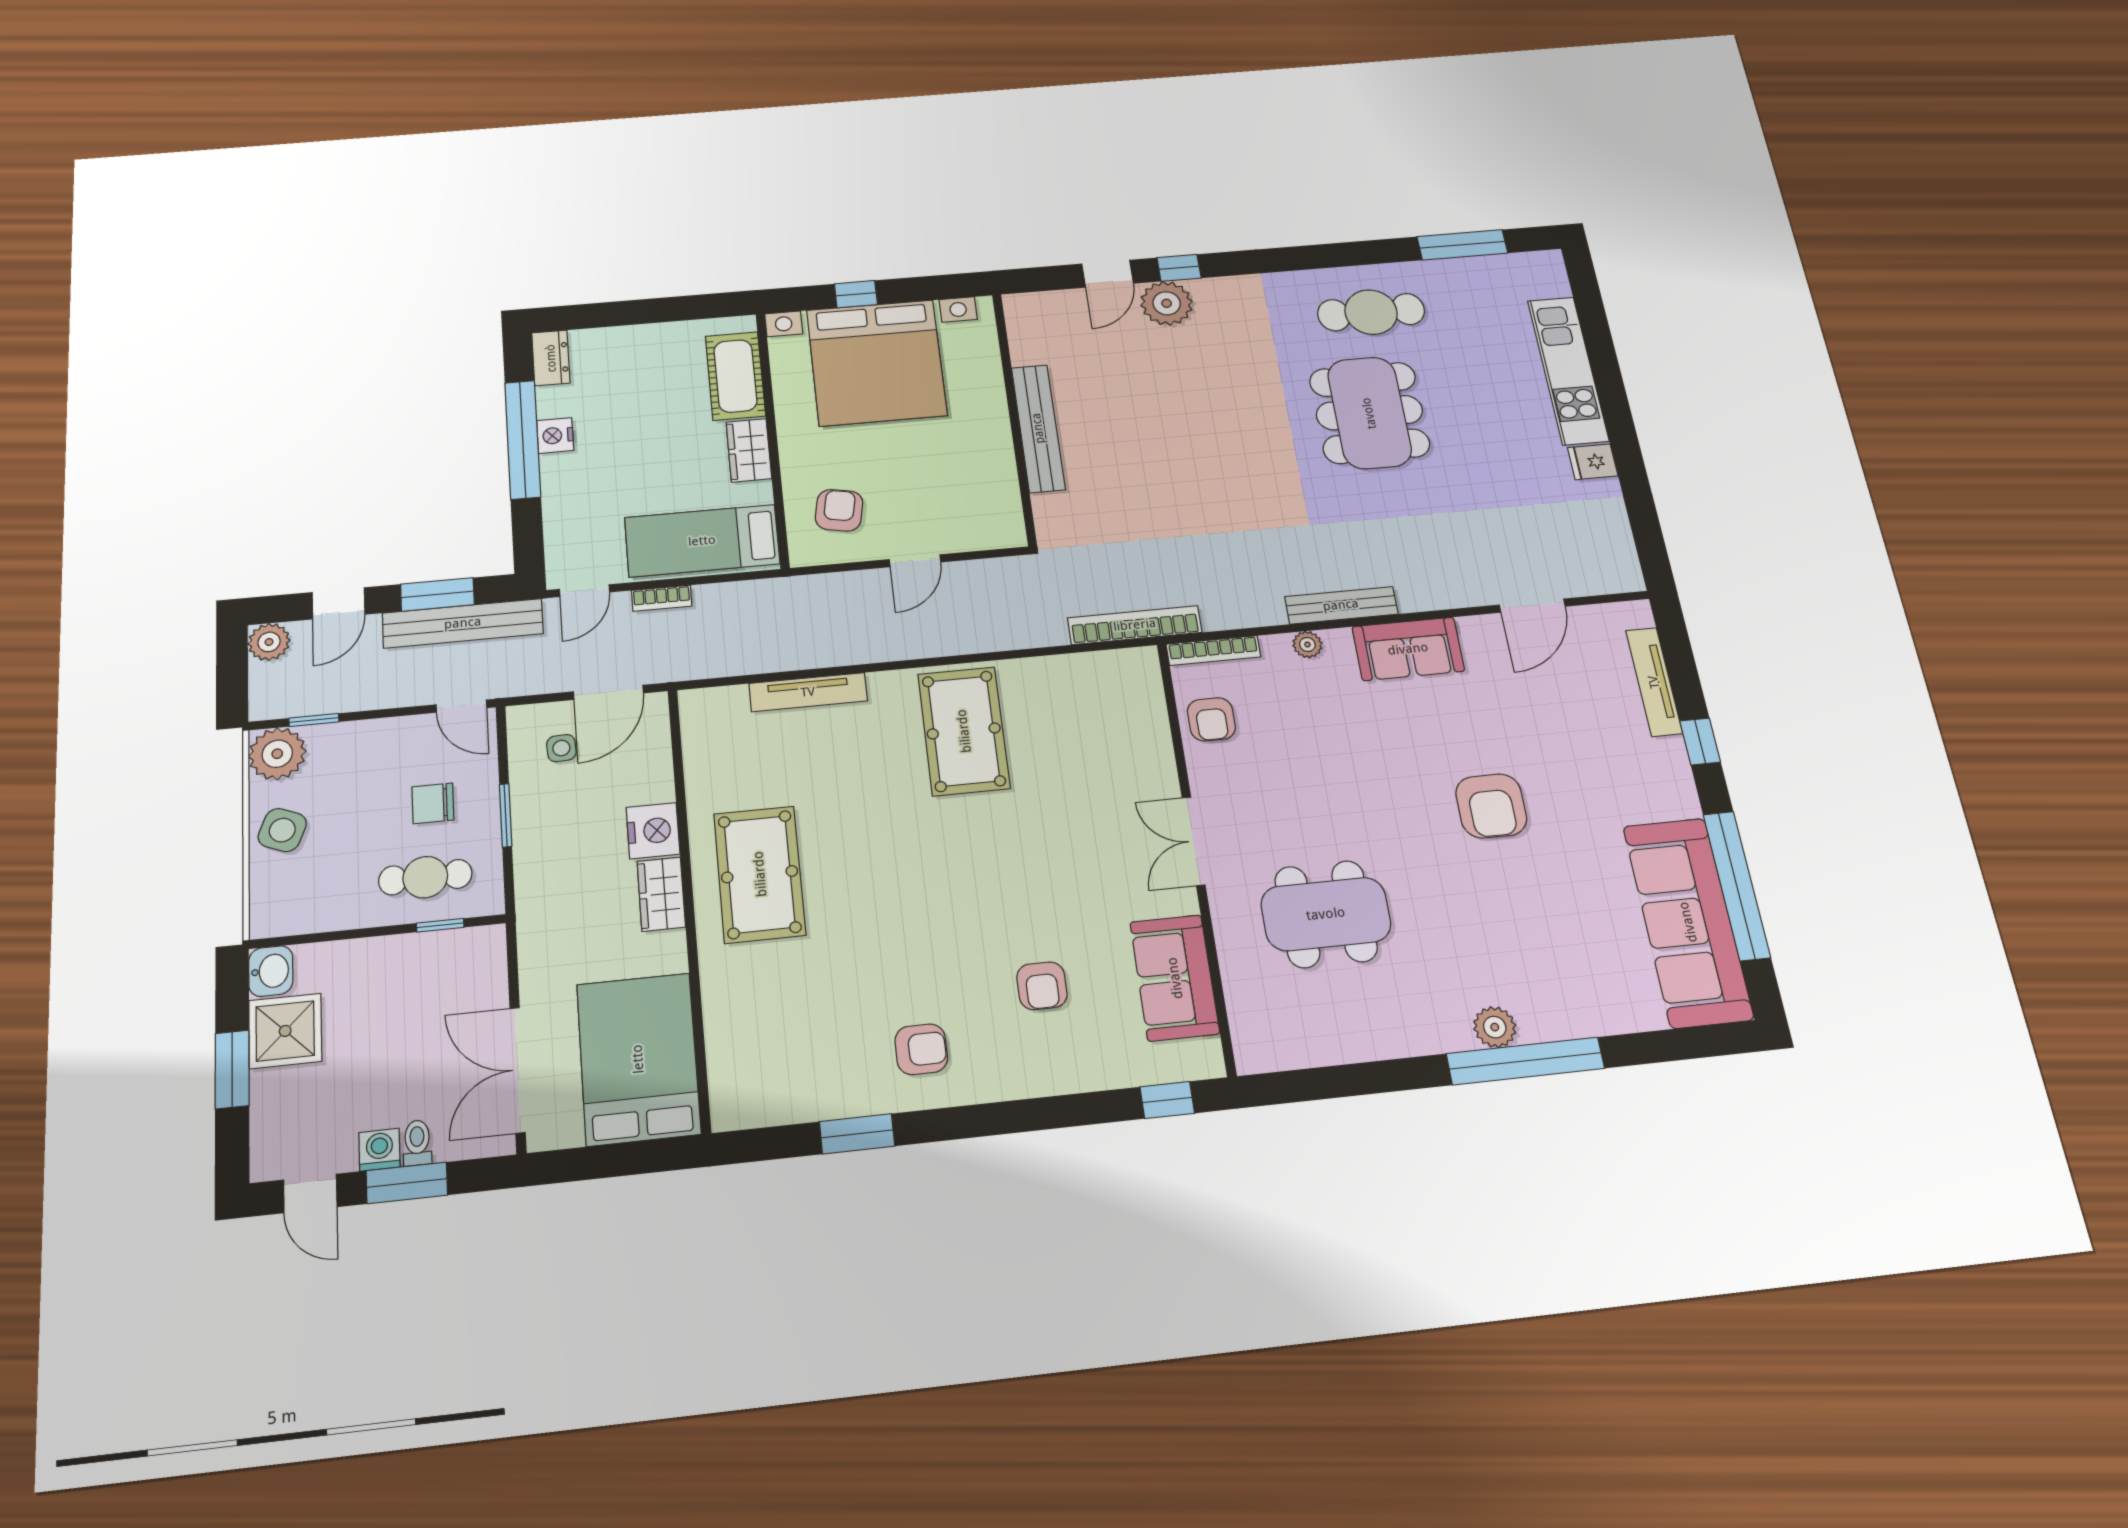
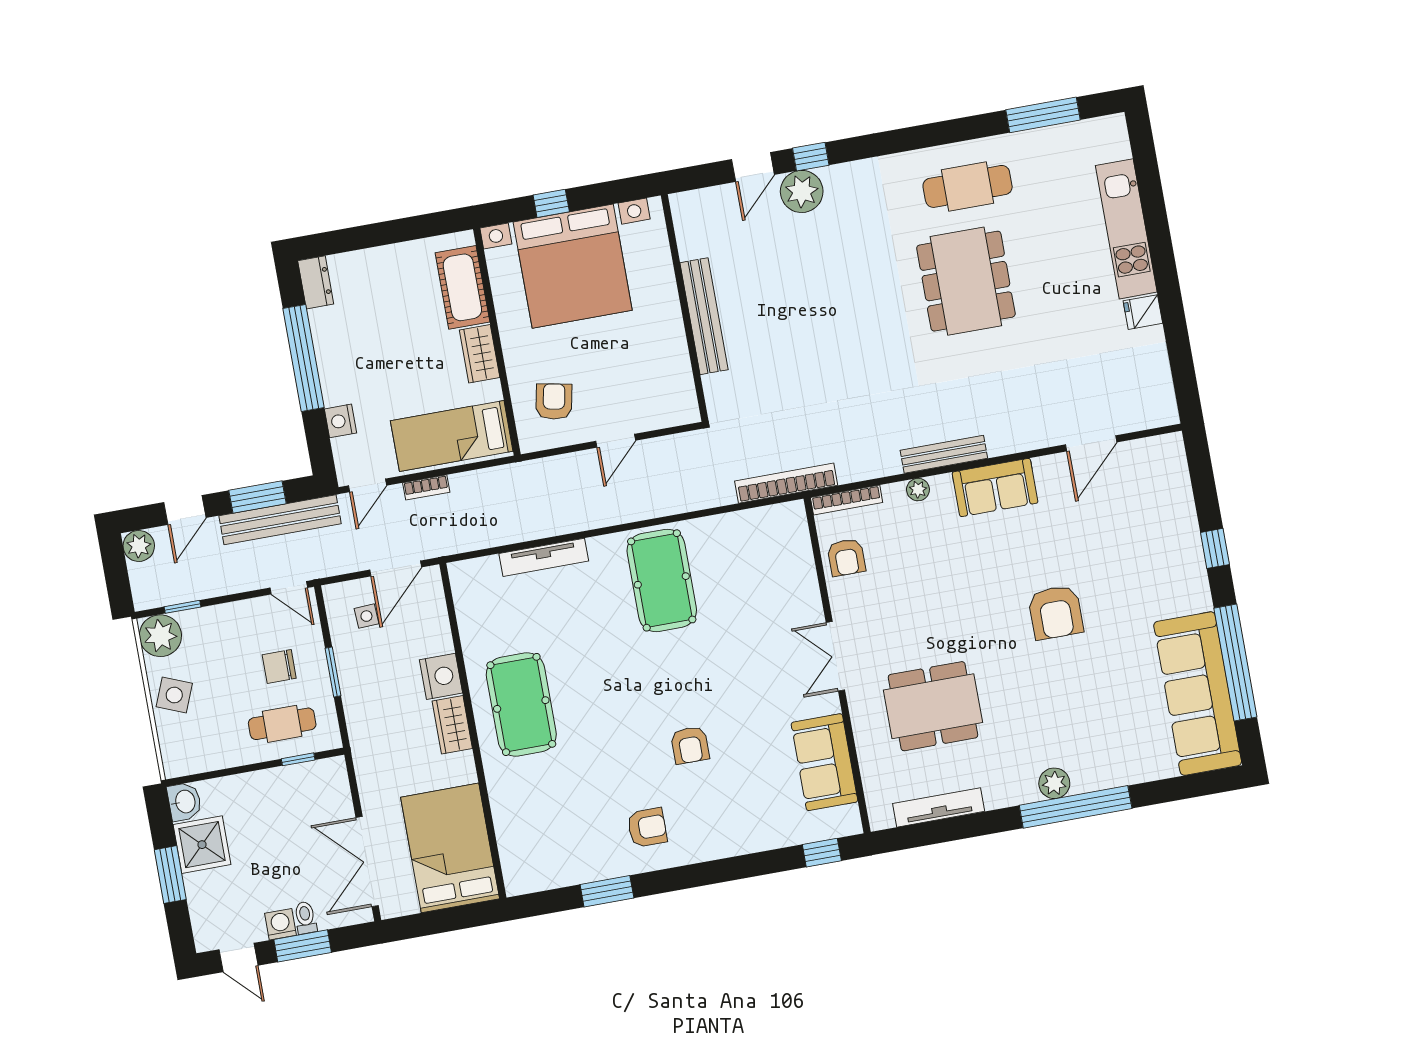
nightstand: (555, 436) -> (340, 421), moved
tv unit: (1654, 682) -> (939, 807), moved, turned 90
armchair: (1042, 986) -> (690, 745), moved

